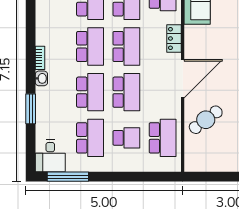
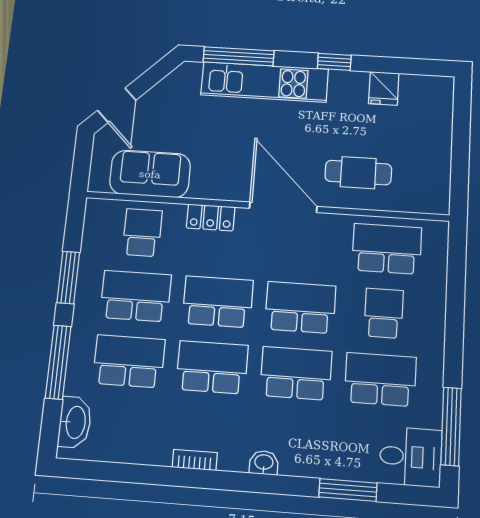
bookcase: (40, 58) -> (195, 460), moved
window: (31, 109) -> (348, 490), moved
cafe table: (206, 120) -> (358, 173), turned -53

